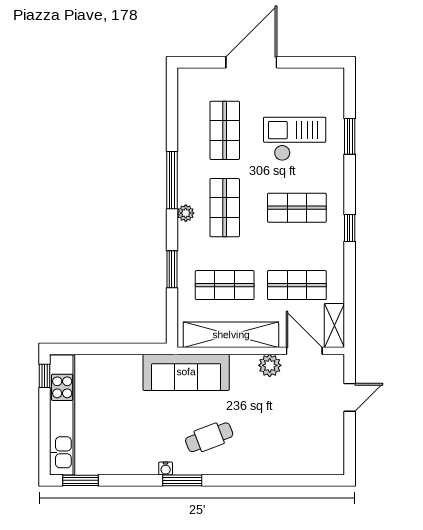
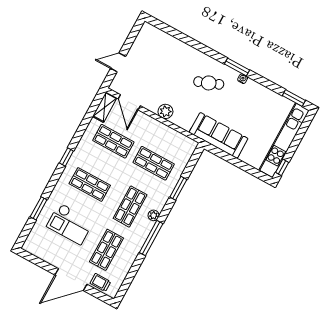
trolley: (209, 81) -> (100, 282), added
shelving: (231, 335) -> (165, 134), removed
plant: (270, 365) -> (165, 111), moved
sofa: (186, 372) -> (219, 135), moved

